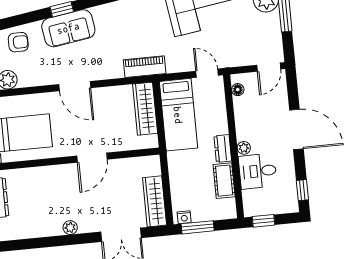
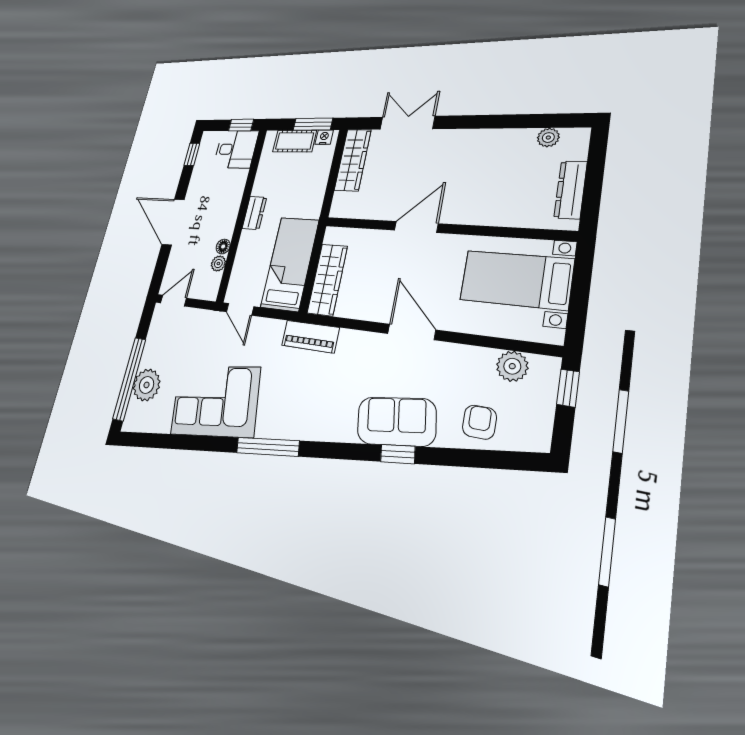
armchair: (18, 42) -> (479, 422), turned 90
floor lamp: (238, 90) -> (223, 246), moved
plant: (244, 148) -> (218, 264), moved
desk: (258, 171) -> (236, 149), moved
cot: (224, 181) -> (294, 141), moved, turned 90
plant: (70, 228) -> (548, 138), moved

